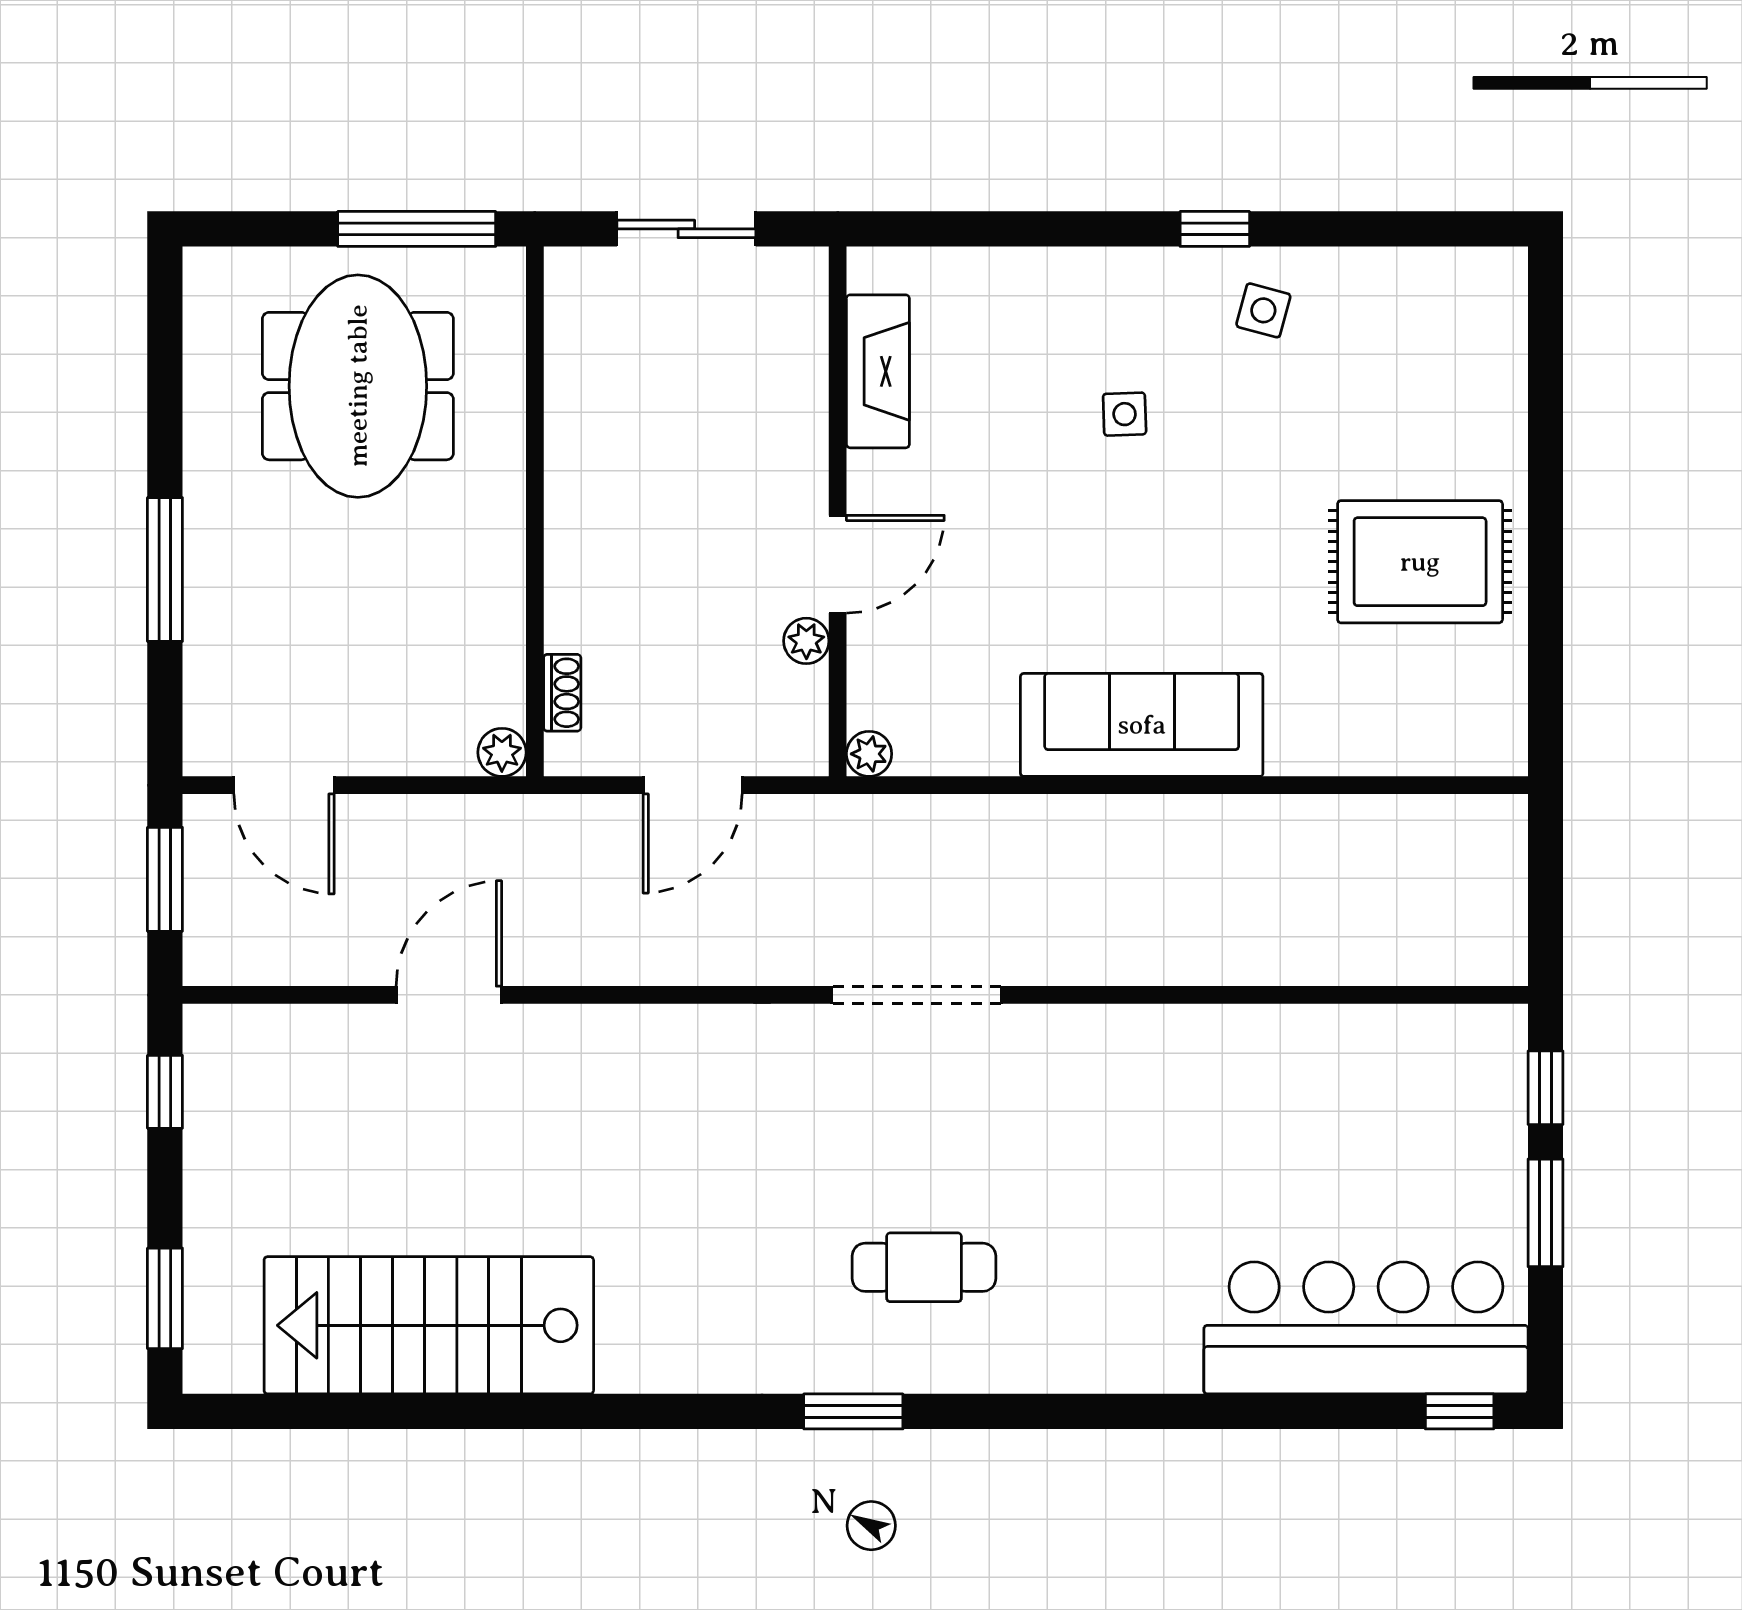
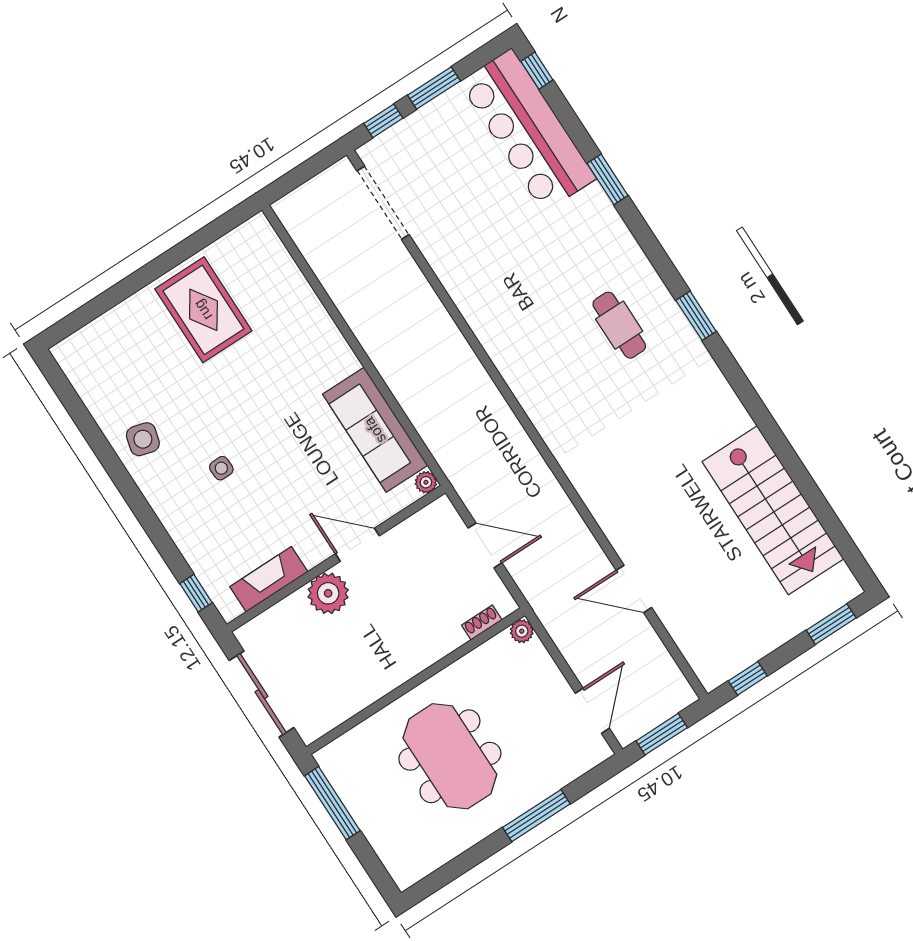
sliding door: (686, 229) -> (262, 694), width x1.37
window: (1215, 229) -> (196, 593), moved
side table: (1263, 310) -> (143, 439), width x1.37, depth x1.37
meeting table: (358, 386) -> (450, 756), moved, turned 90
plant: (806, 641) -> (328, 593), moved, width x1.88, depth x1.88
sofa: (1142, 725) -> (375, 430), moved
doorway: (917, 995) -> (383, 203), moved
window: (1190, 1411) -> (608, 179), added

